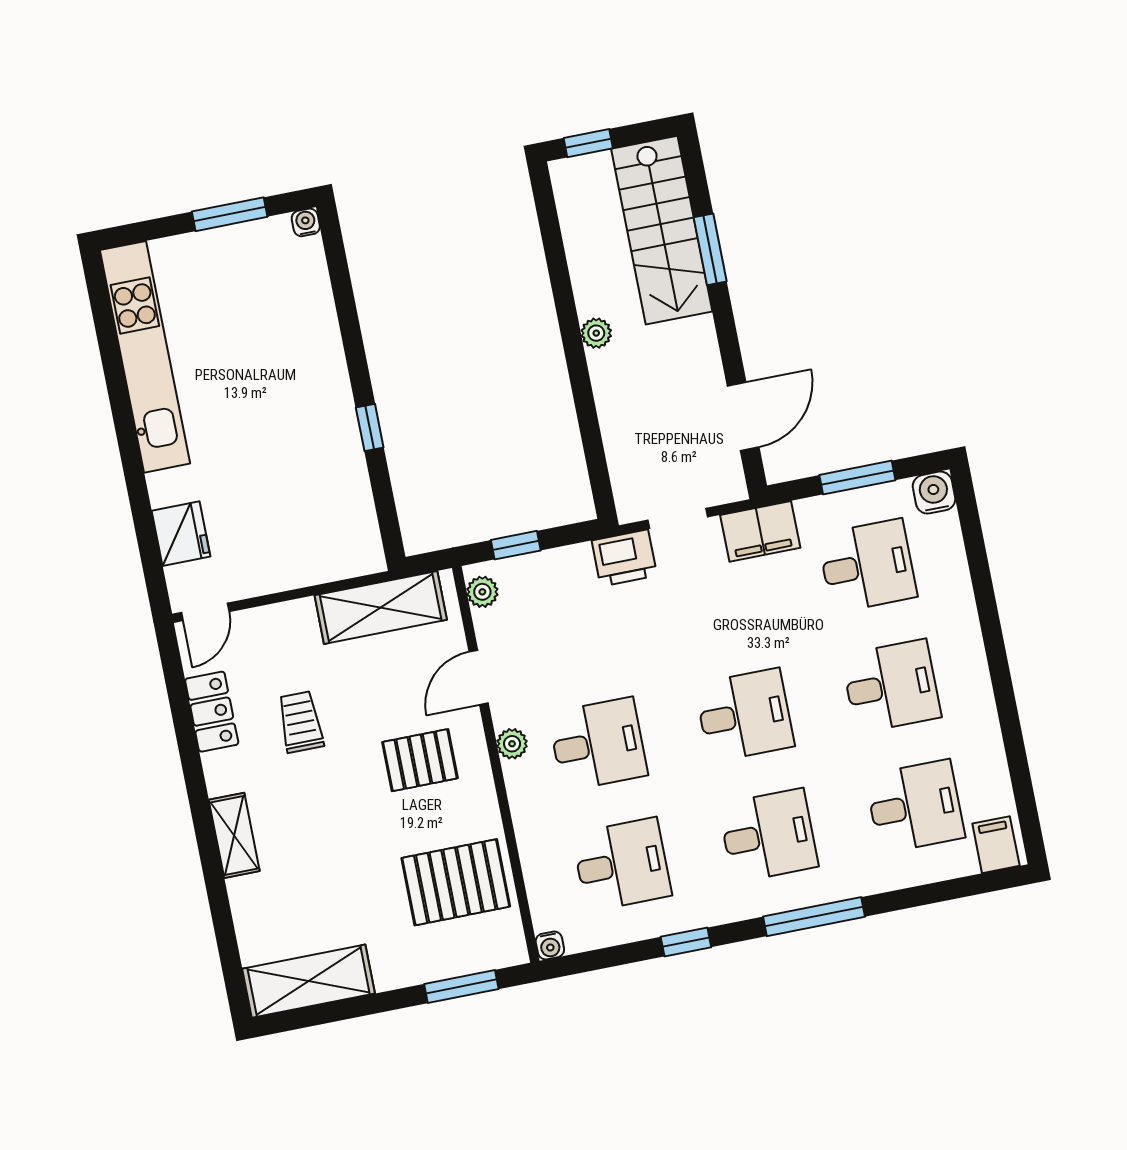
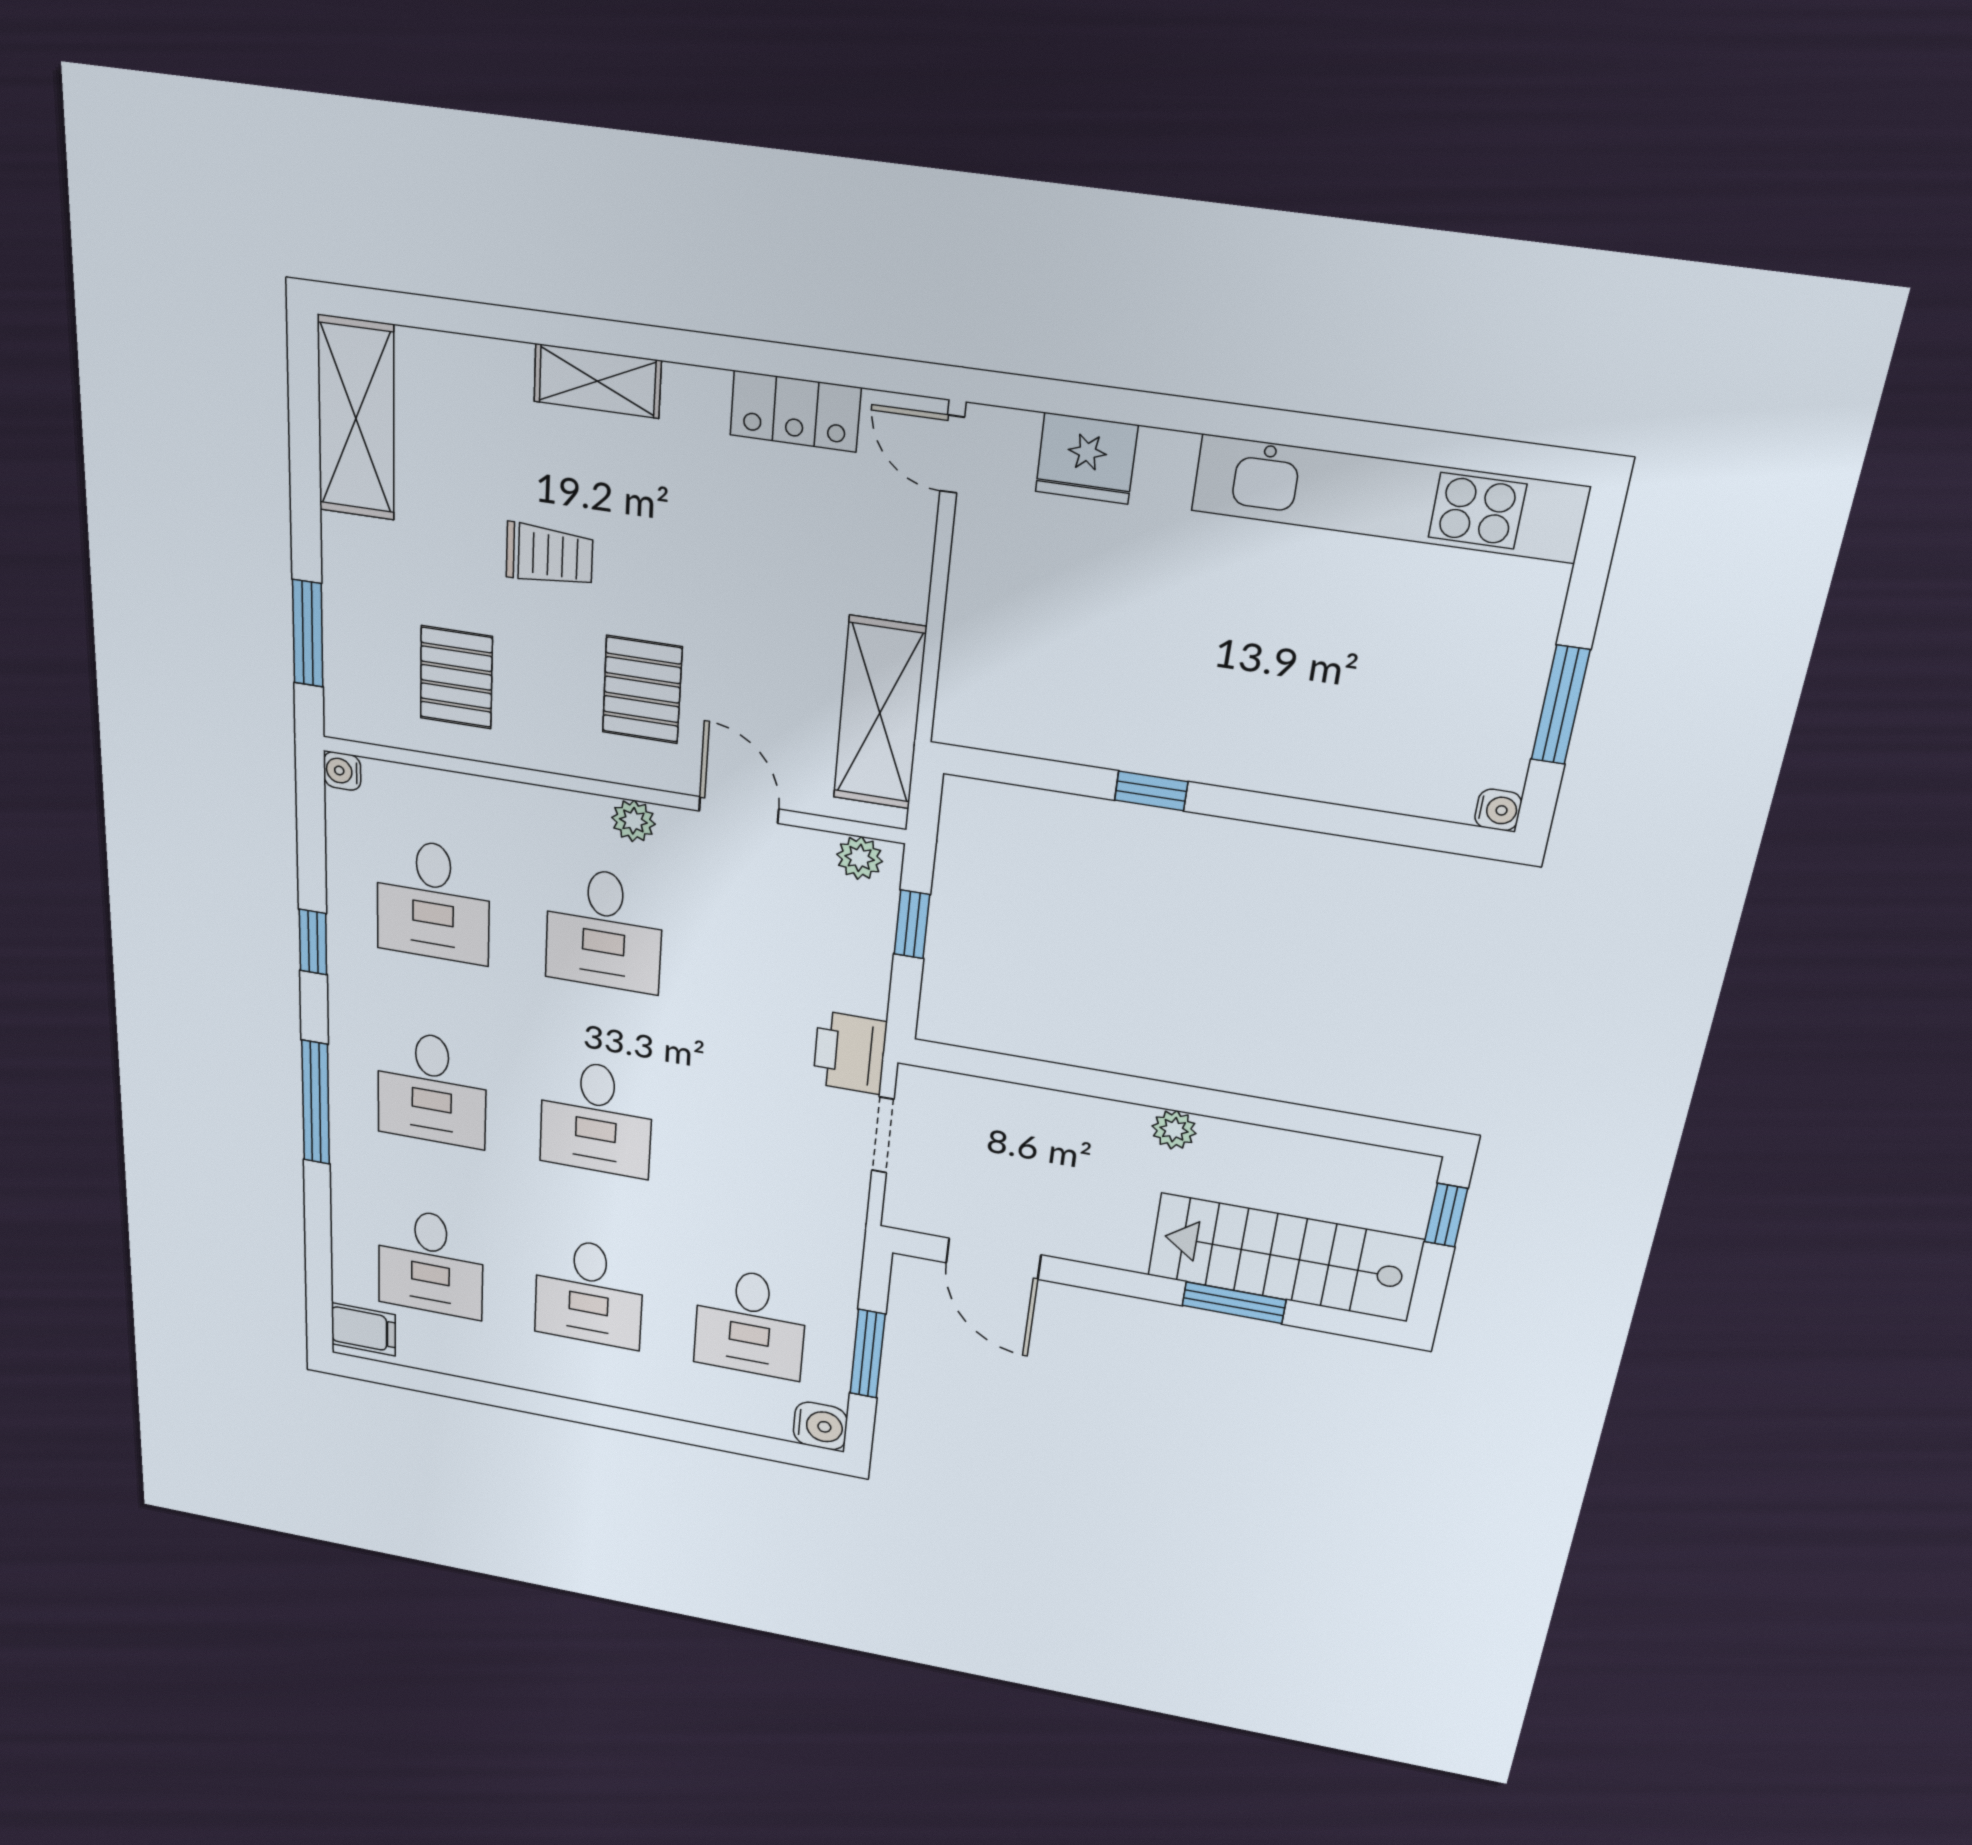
filing cabinet: (760, 531) -> (833, 1223), removed
trolley: (301, 722) -> (549, 555), moved
pallet: (456, 882) -> (456, 677), width x0.67, depth x0.71

